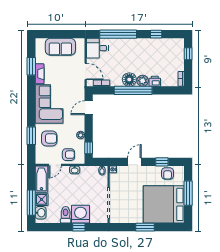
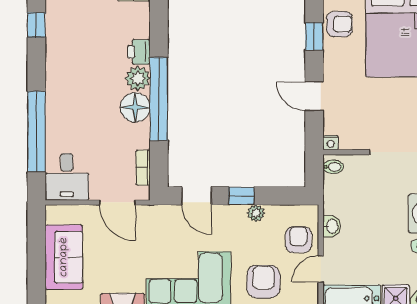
window: (156, 34) -> (36, 25), moved
door: (86, 71) -> (118, 202), swing flipped
window: (89, 148) -> (241, 196), moved
door: (55, 165) -> (321, 269), swing flipped

